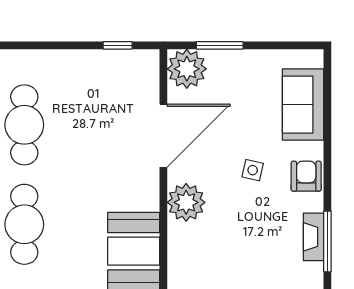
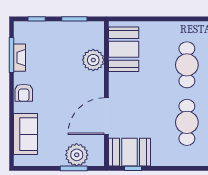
plant: (187, 69) -> (77, 155), moved
booth: (123, 73) -> (129, 152), added
side table: (253, 170) -> (55, 96), removed
plant: (186, 202) -> (93, 60), moved

